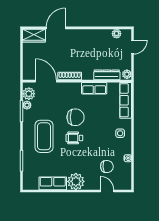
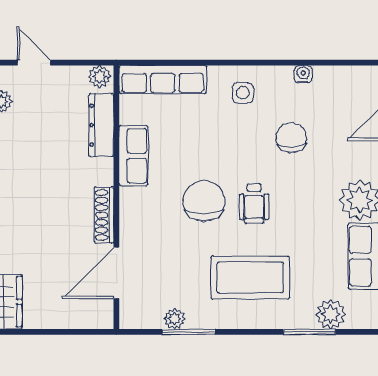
plant: (29, 94) -> (331, 314), moved
chair: (107, 167) -> (291, 138), moved

